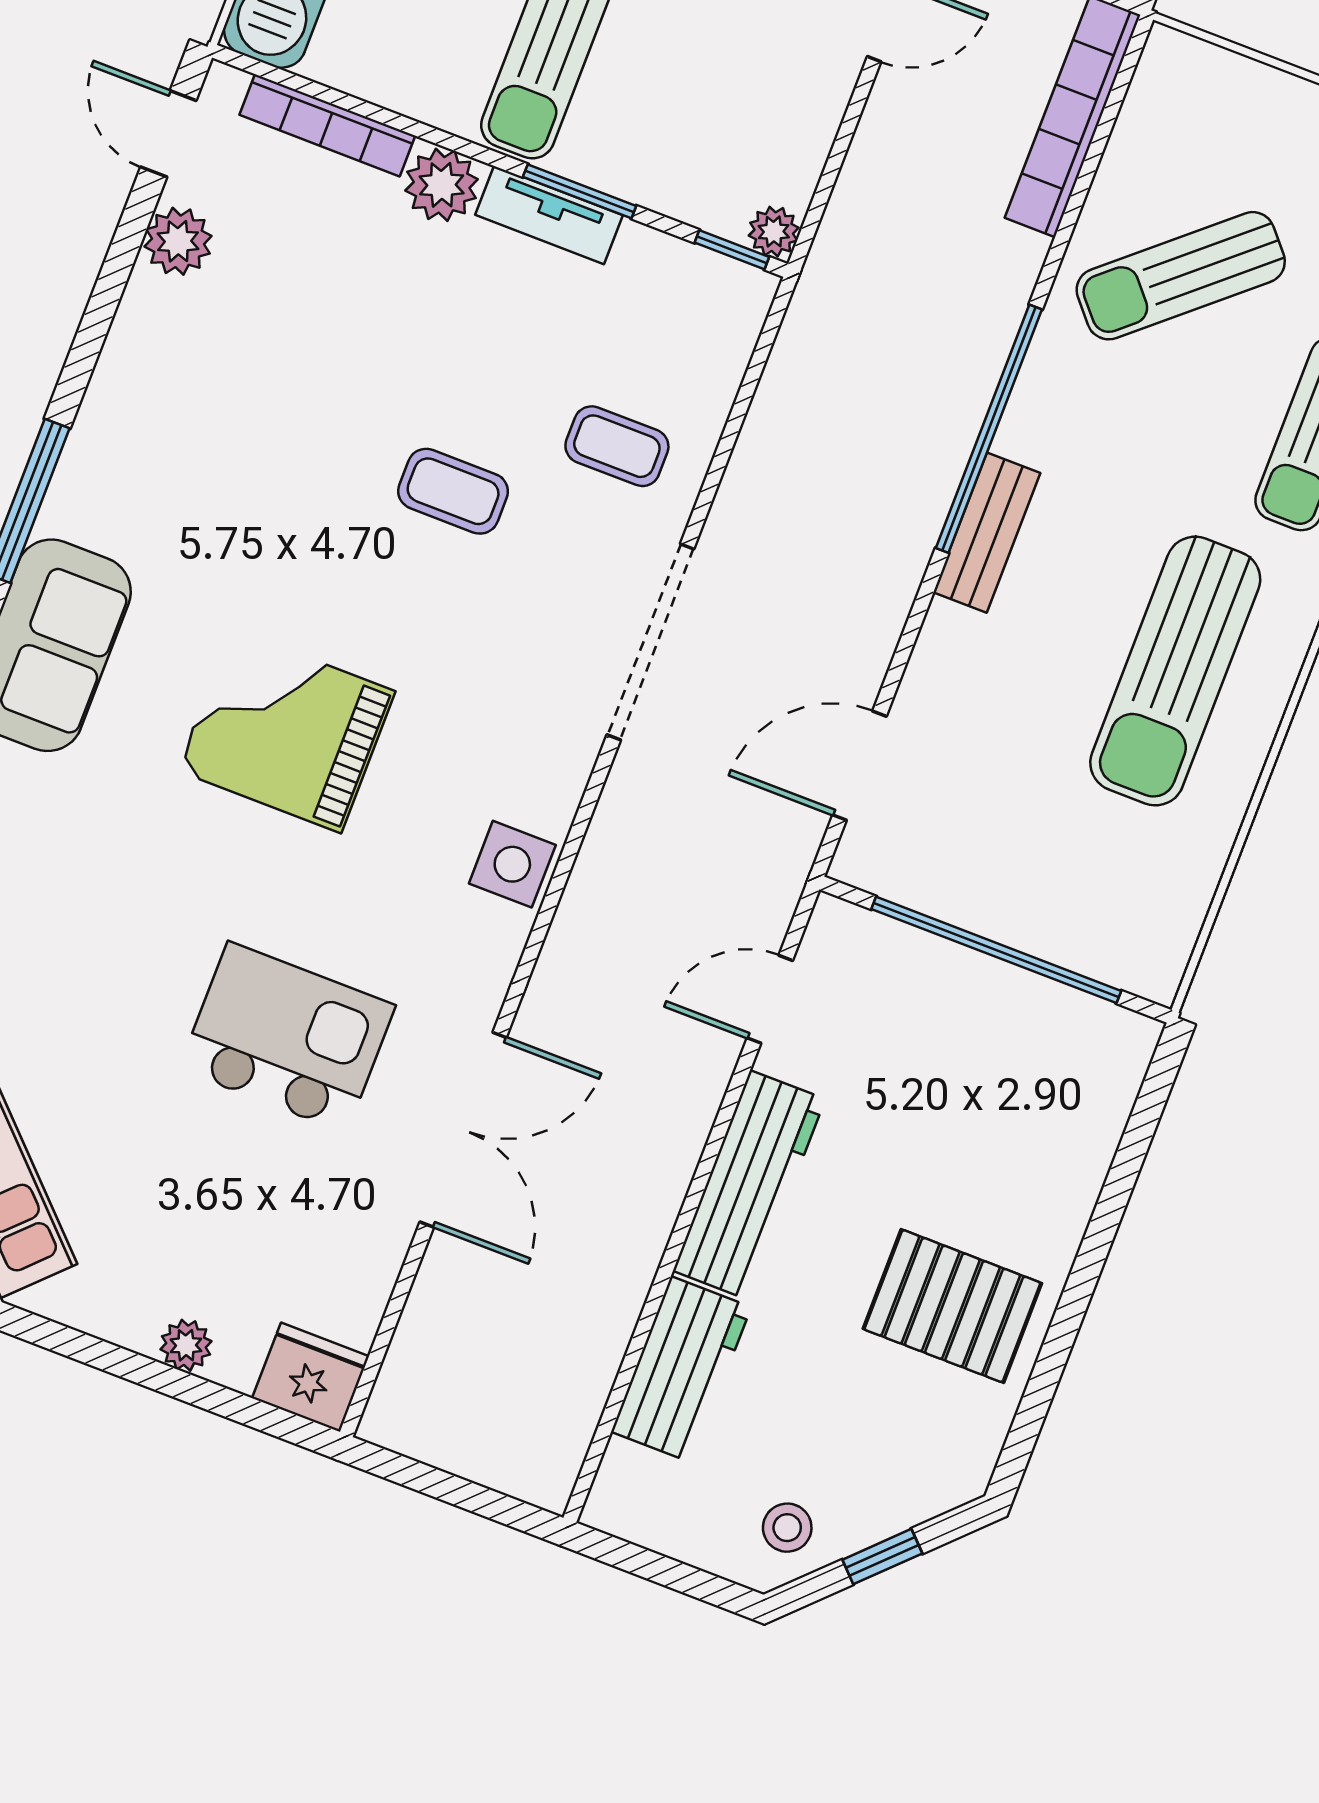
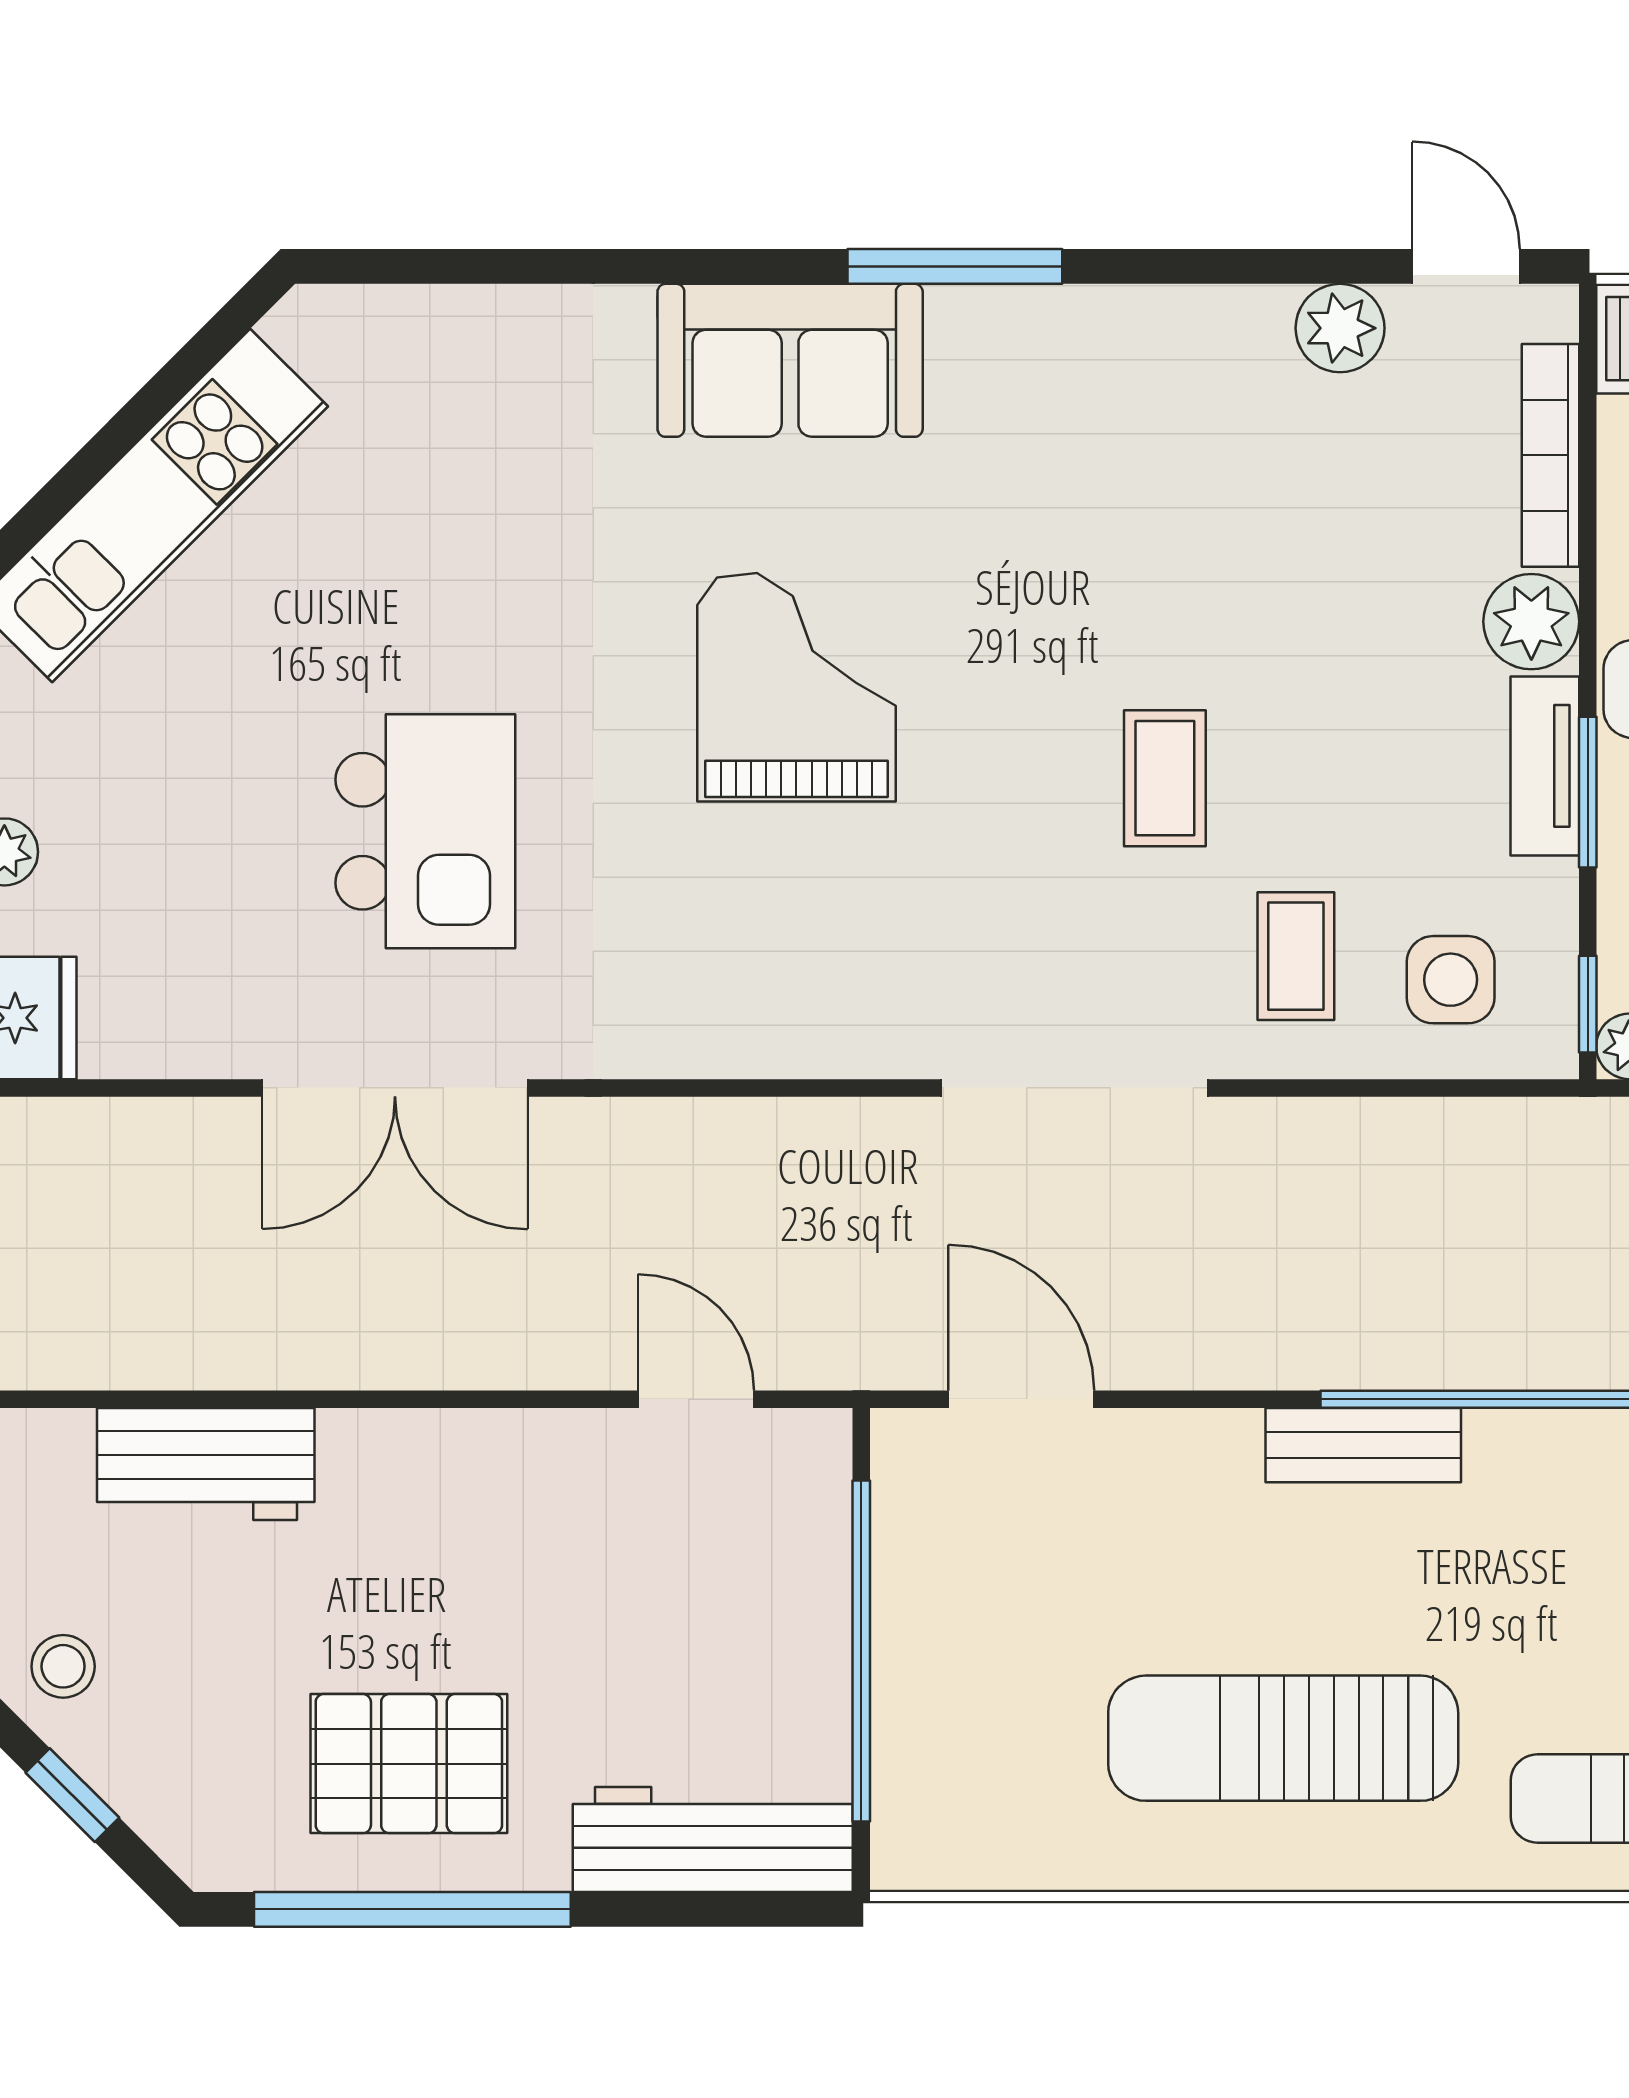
door: (168, 134) -> (1466, 266), hinge flipped
side table: (512, 864) -> (1451, 980), moved
workbench: (749, 1185) -> (713, 1840), moved, turned 180
pallet: (952, 1306) -> (409, 1764), turned 90
window: (1058, 1344) -> (412, 1909), added

